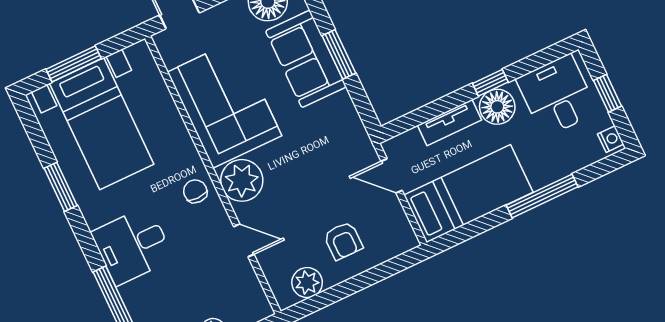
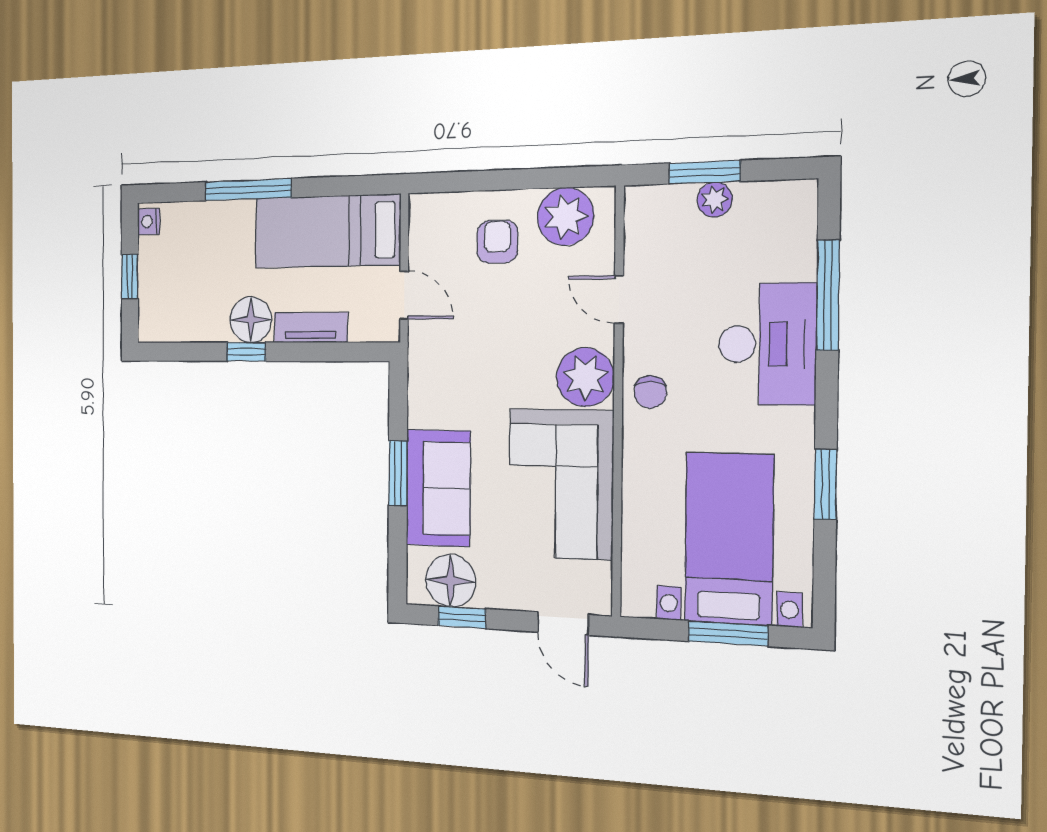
desk: (557, 96) -> (183, 300), removed
desk: (132, 246) -> (767, 344), width x1.37
plant: (307, 283) -> (565, 216), width x1.36, depth x1.36

